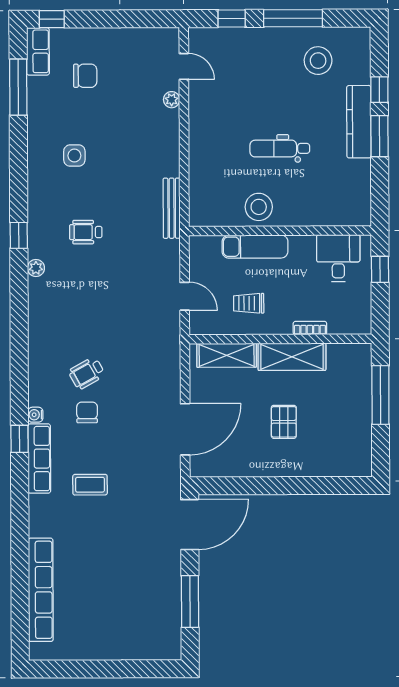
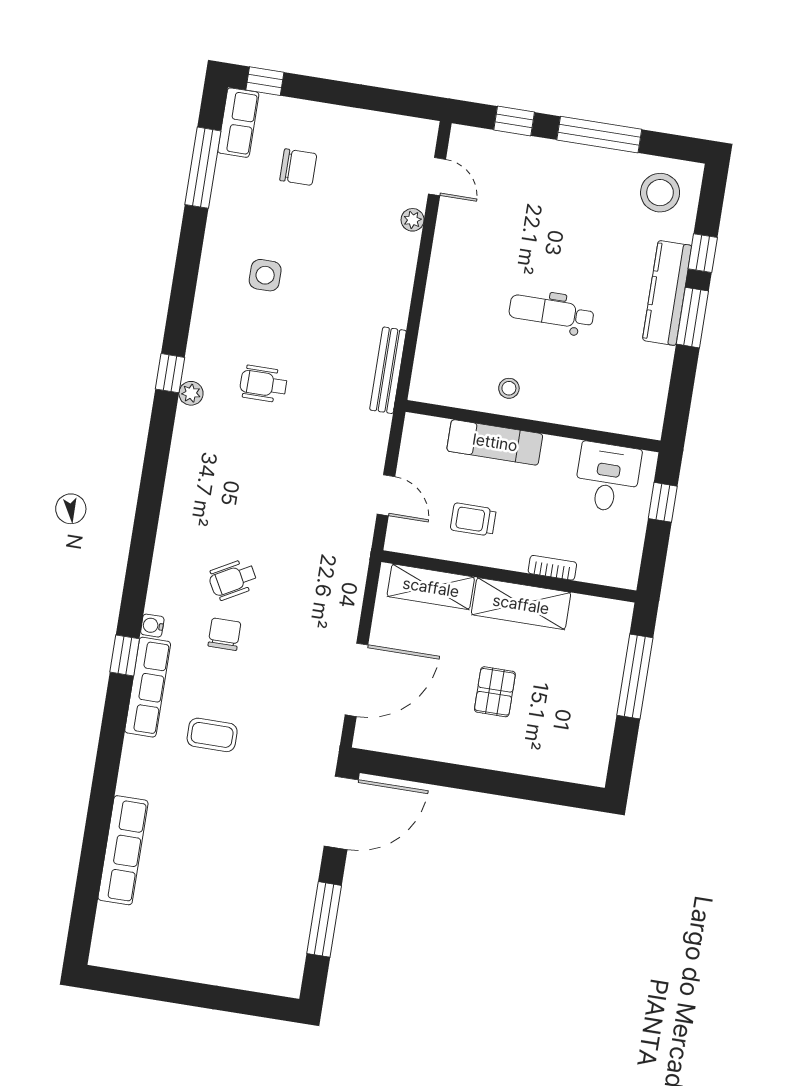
stool: (318, 61) -> (660, 193), moved
stool: (259, 207) -> (509, 388), width x0.53, depth x0.53
plant: (36, 268) -> (191, 393), moved
row of seats: (41, 590) -> (123, 850), width x0.73

